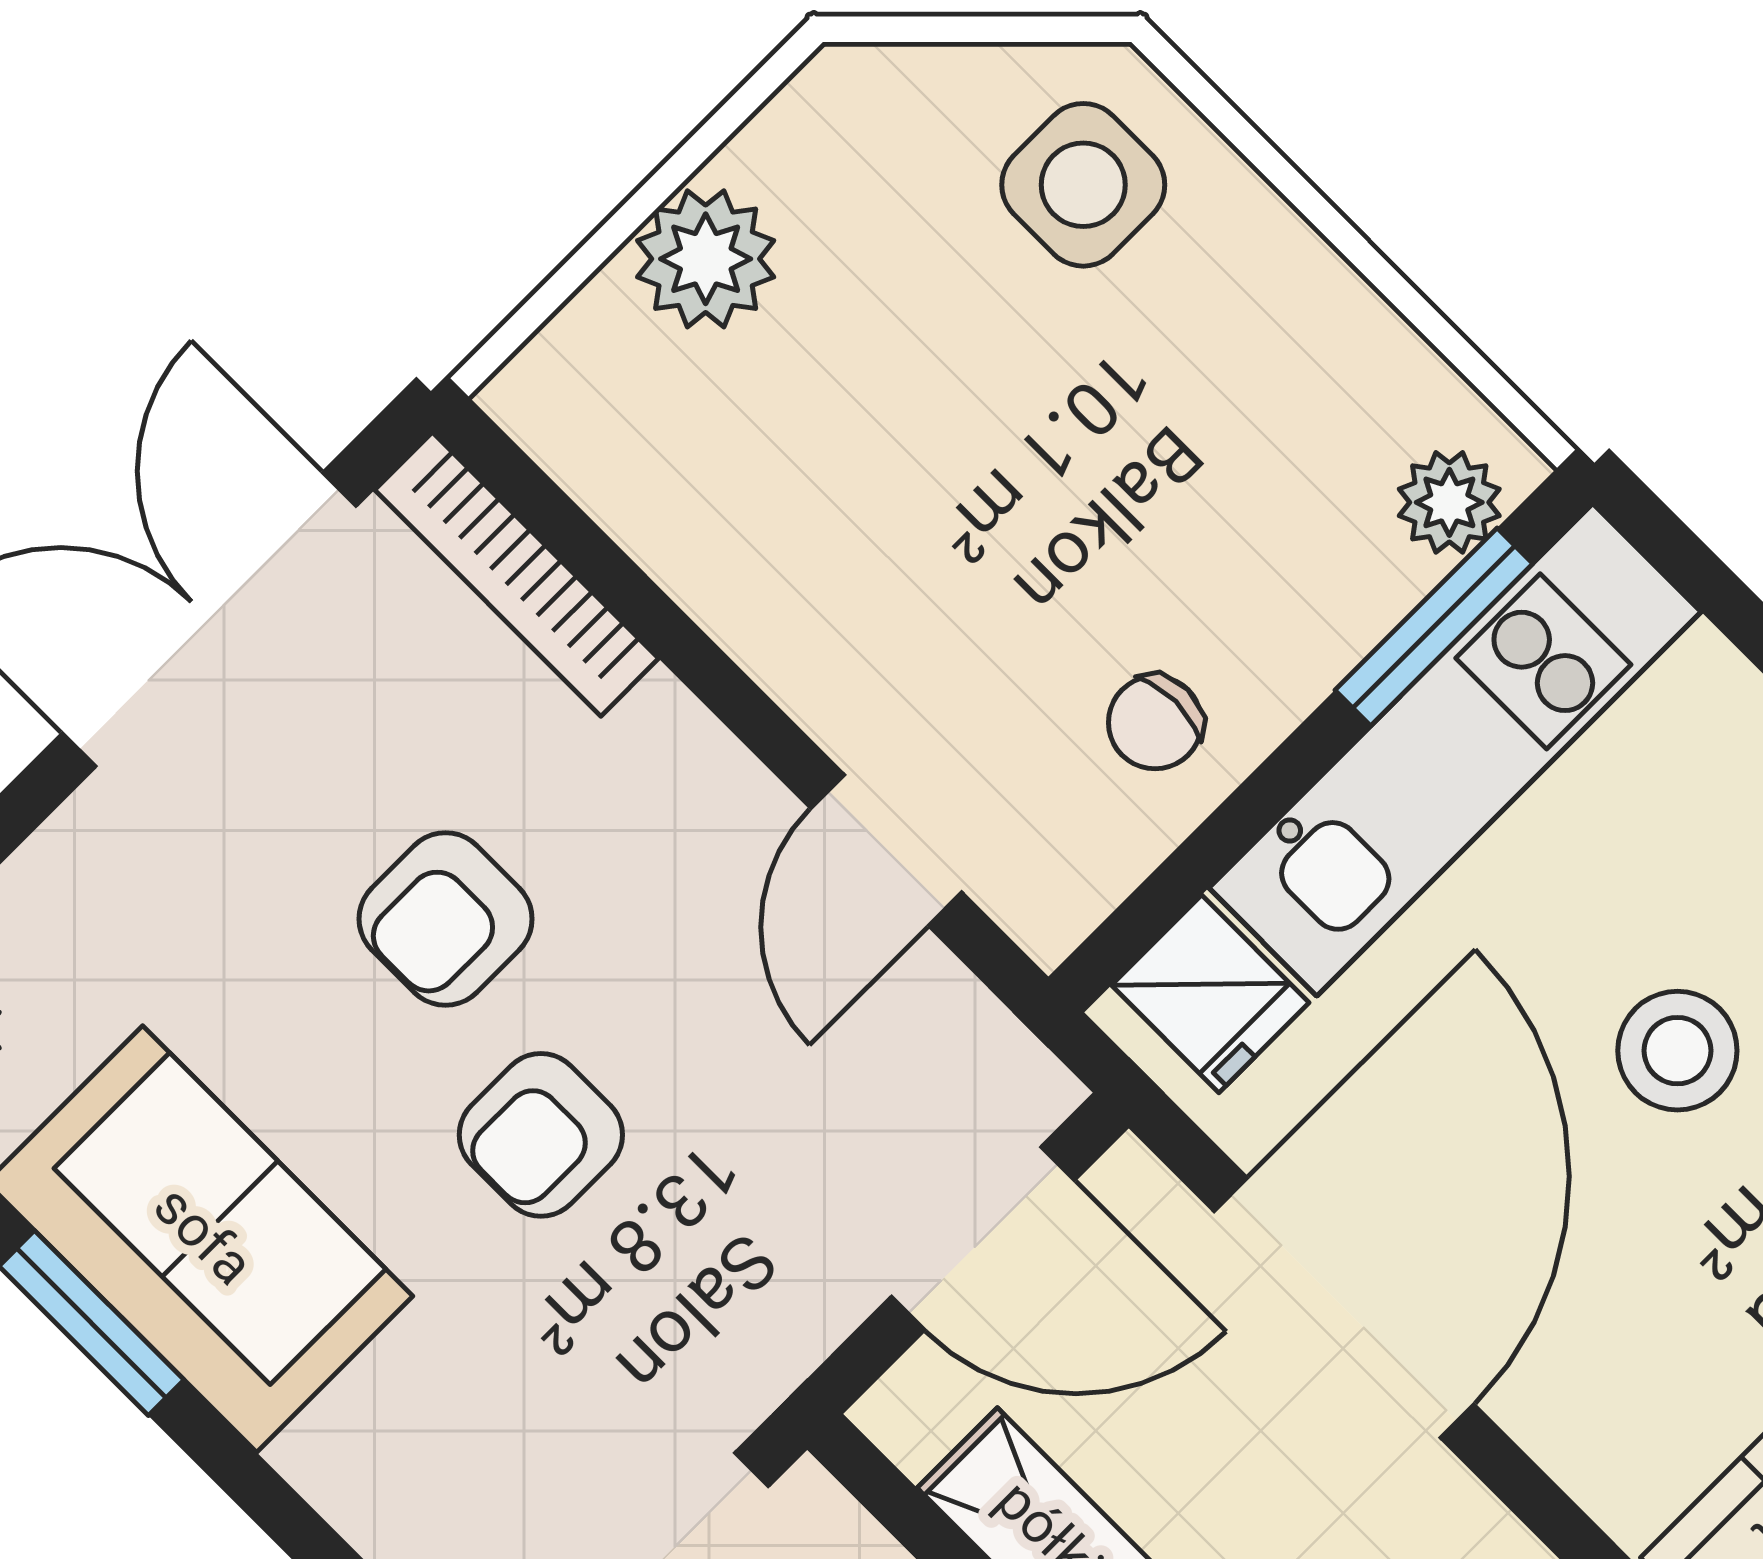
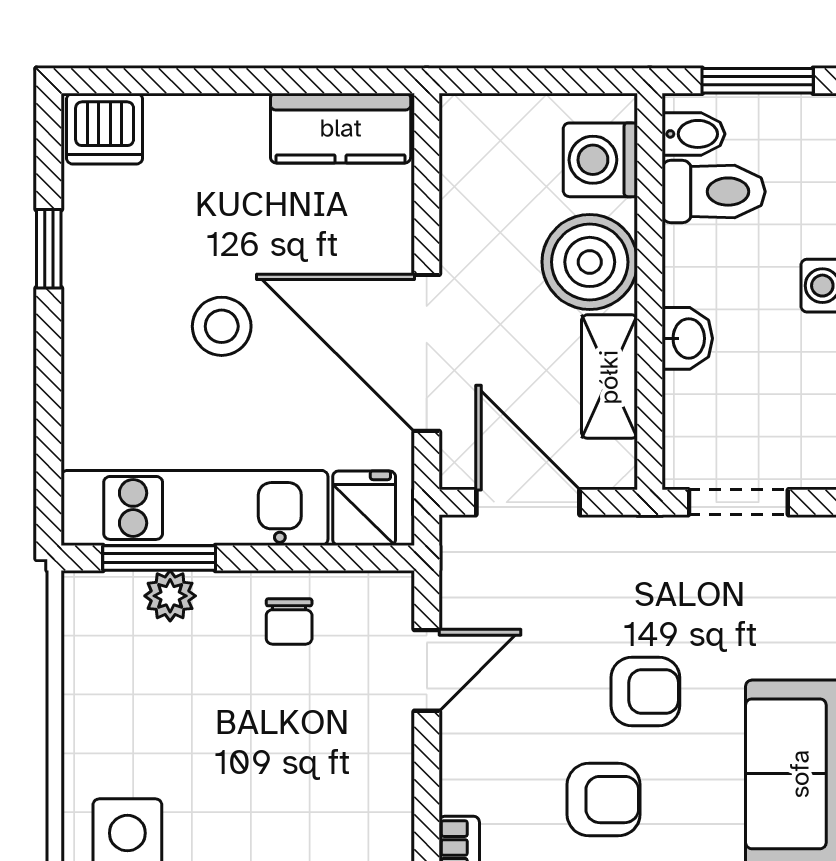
plant: (1449, 502) -> (170, 596), moved
chair: (1155, 723) -> (289, 621), turned 90
door: (1344, 1308) -> (427, 353), hinge flipped

